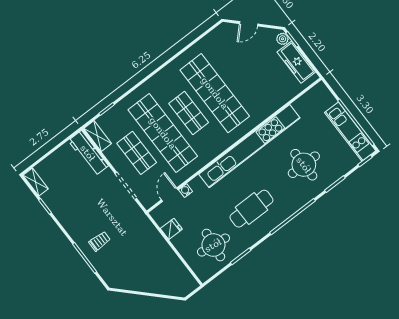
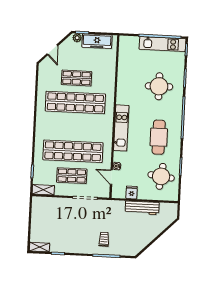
shop shelf: (189, 113) -> (77, 78), moved
kitchen unit: (249, 146) -> (121, 128), width x0.54
workbench: (88, 153) -> (142, 208), moved

